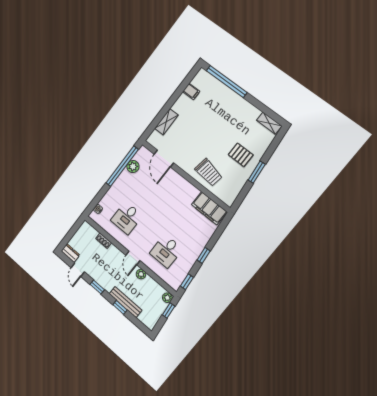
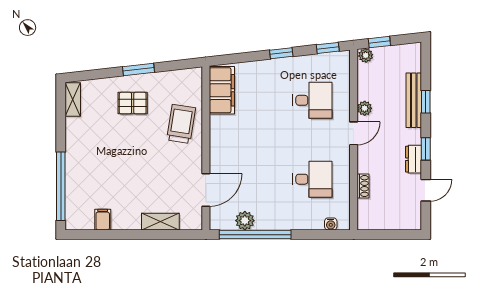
pallet: (241, 155) -> (133, 103), turned 90
dresser: (70, 253) -> (413, 159), moved

